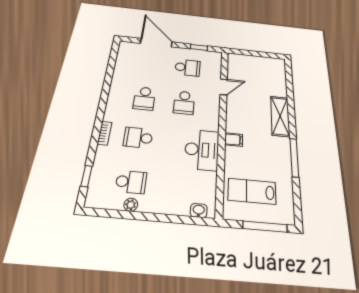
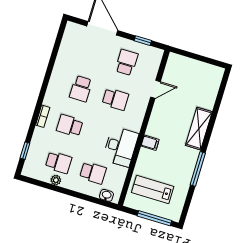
school desk: (188, 68) -> (127, 62), turned -90
school desk: (184, 103) -> (115, 99), turned -90
school desk: (176, 186) -> (93, 173), added

